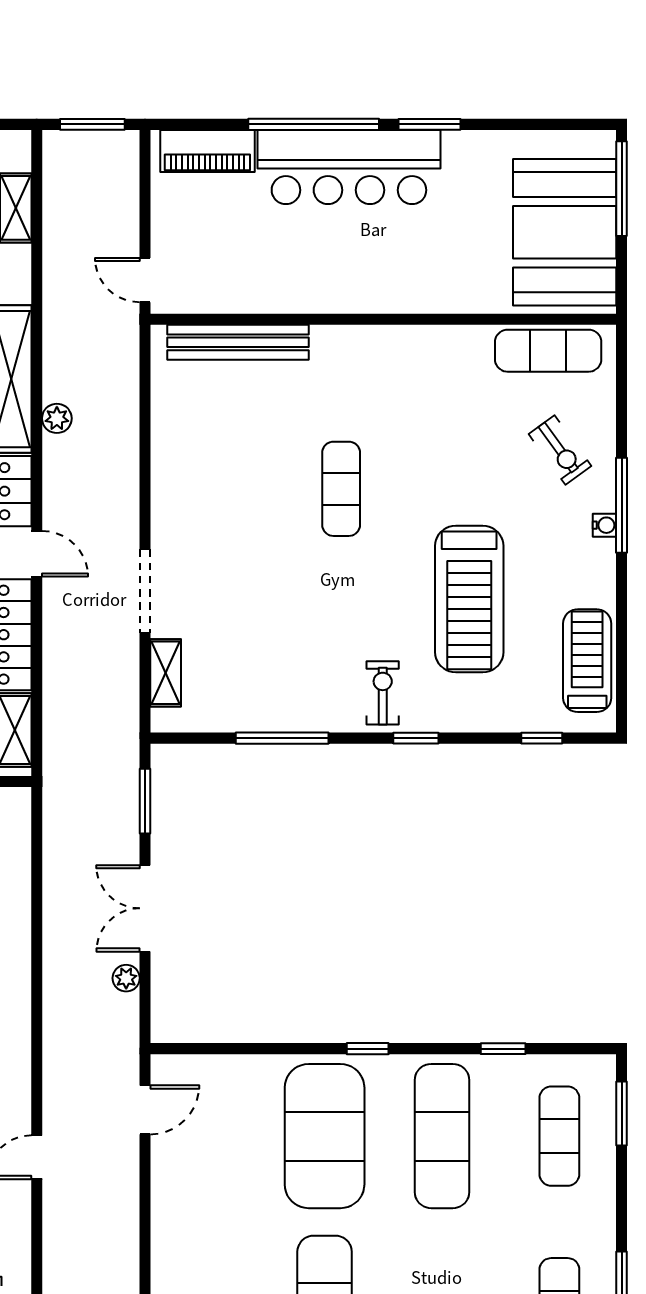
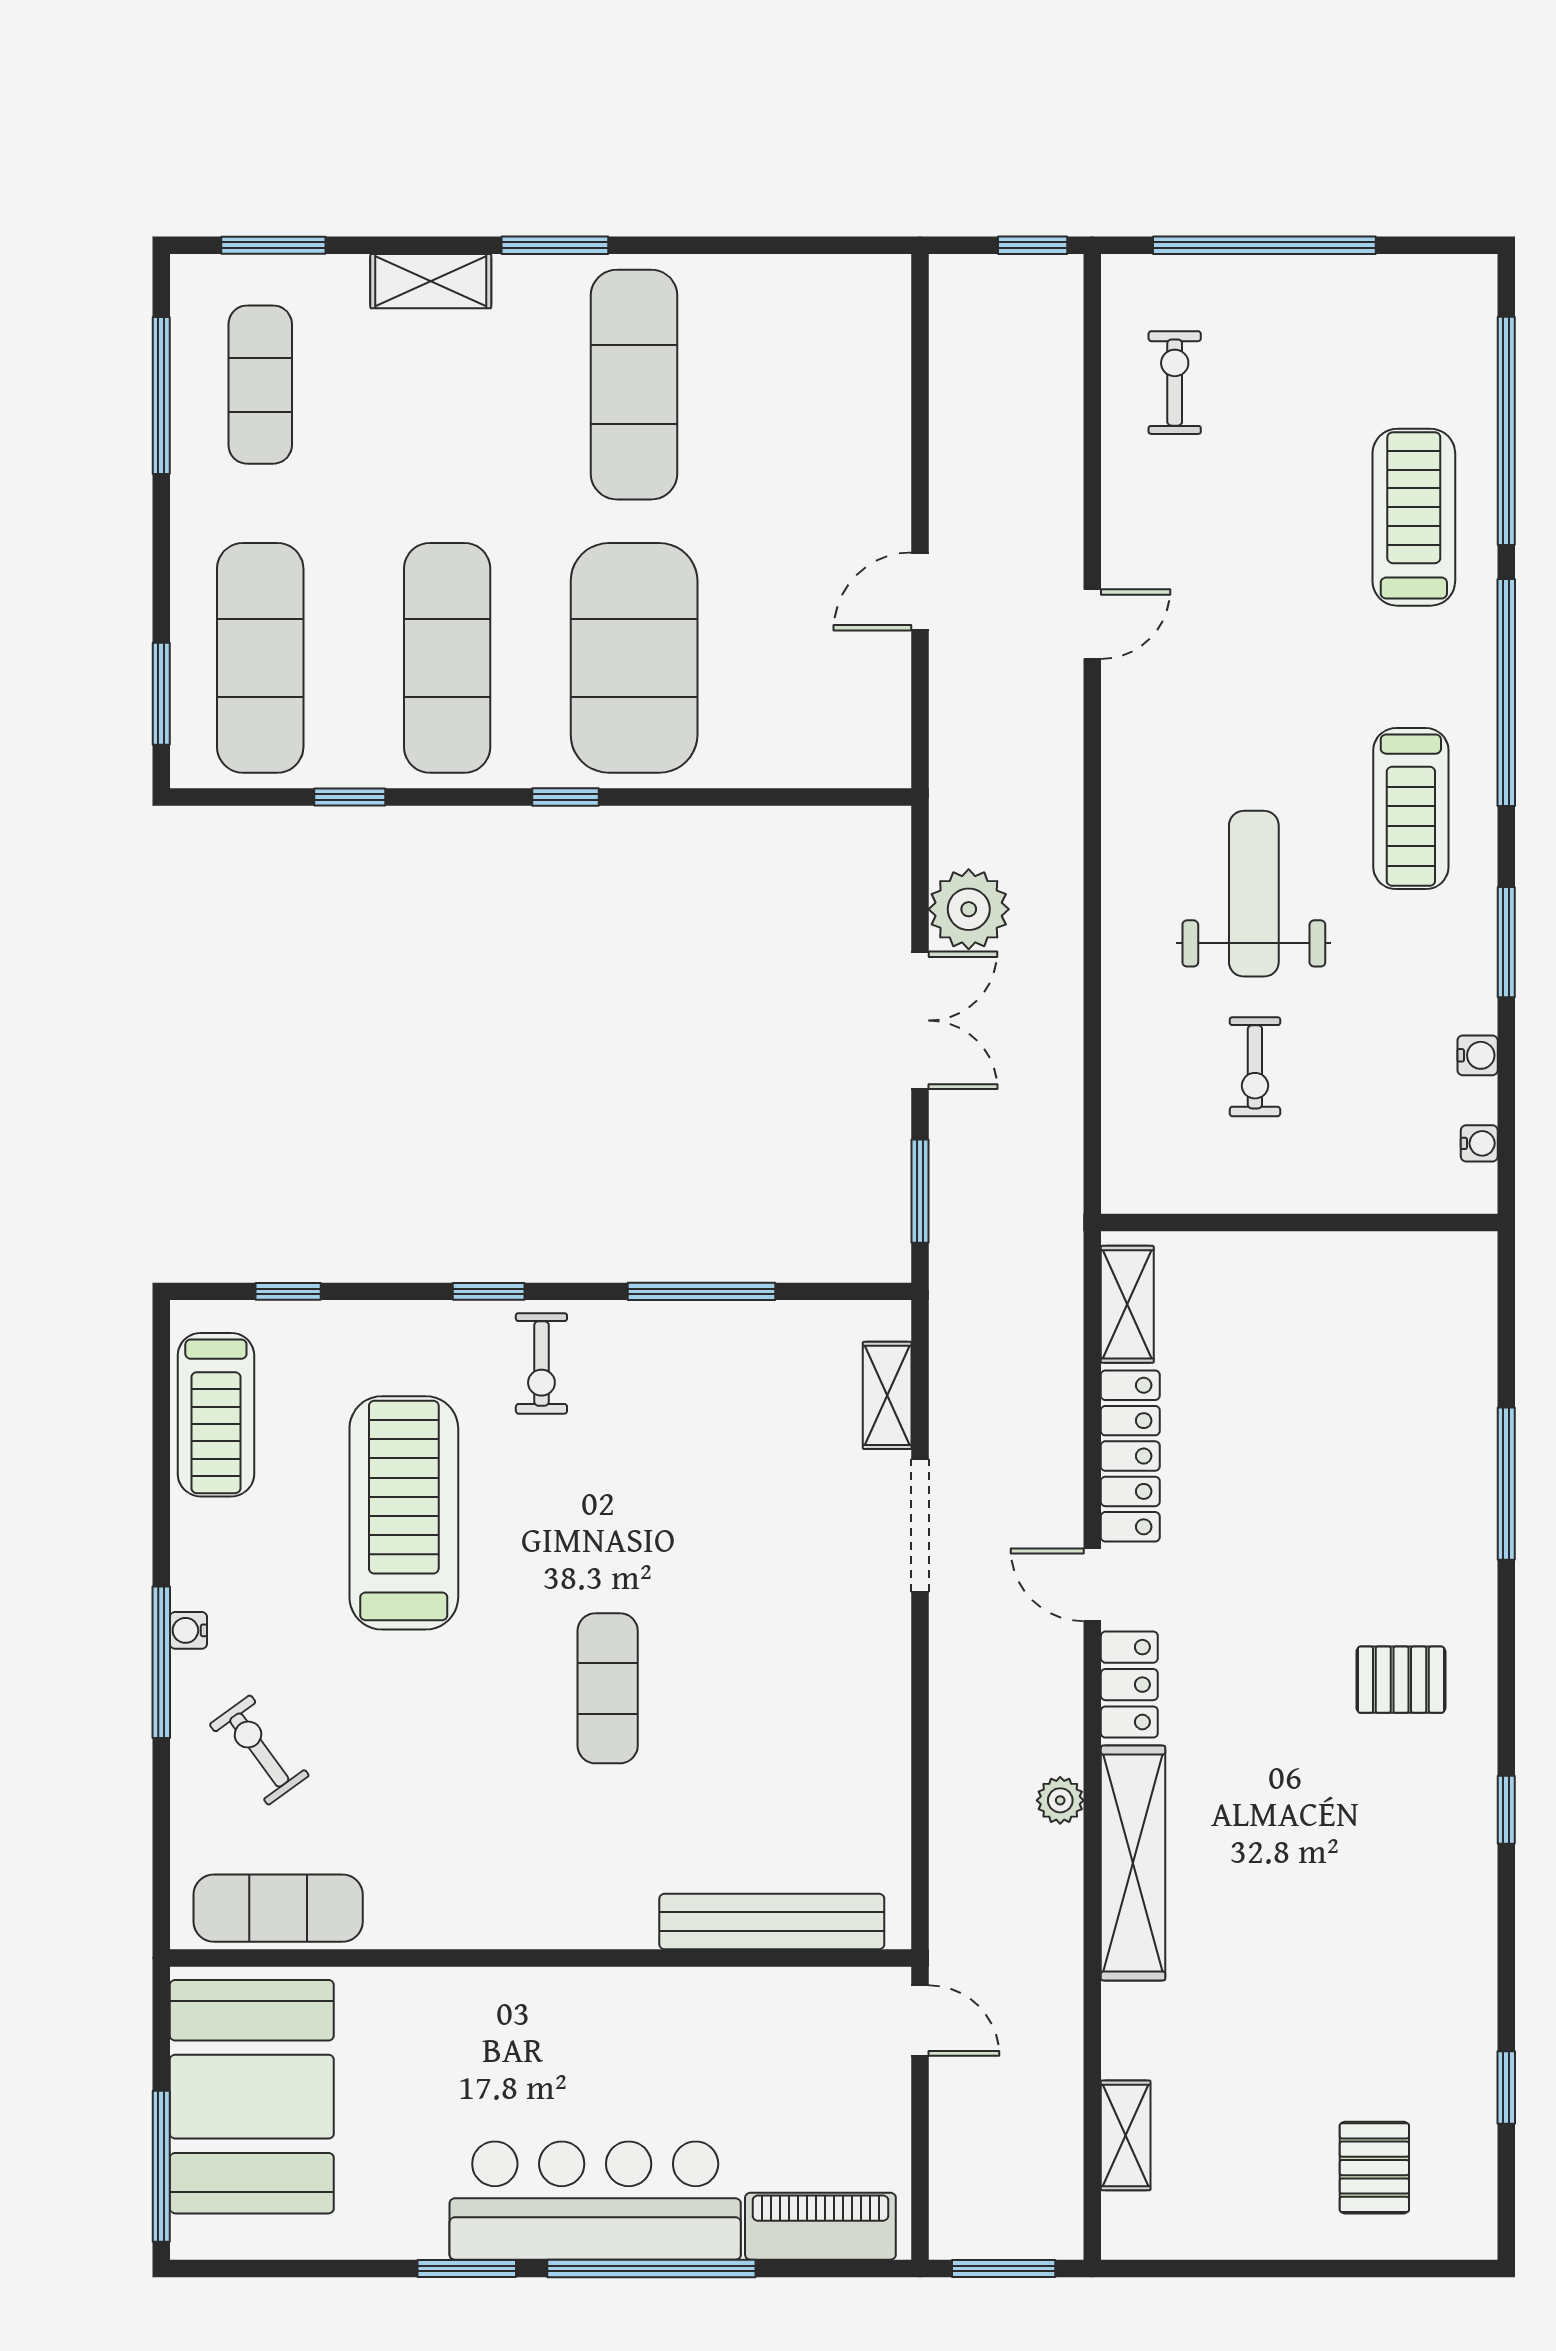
plant: (126, 978) -> (969, 909), width x1.88, depth x1.88
door: (145, 1110) -> (920, 591), moved
exercise mat: (559, 1136) -> (260, 658), width x1.36, depth x1.45

